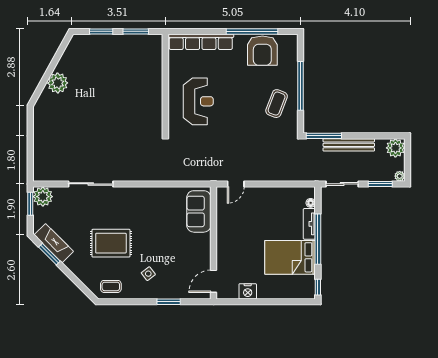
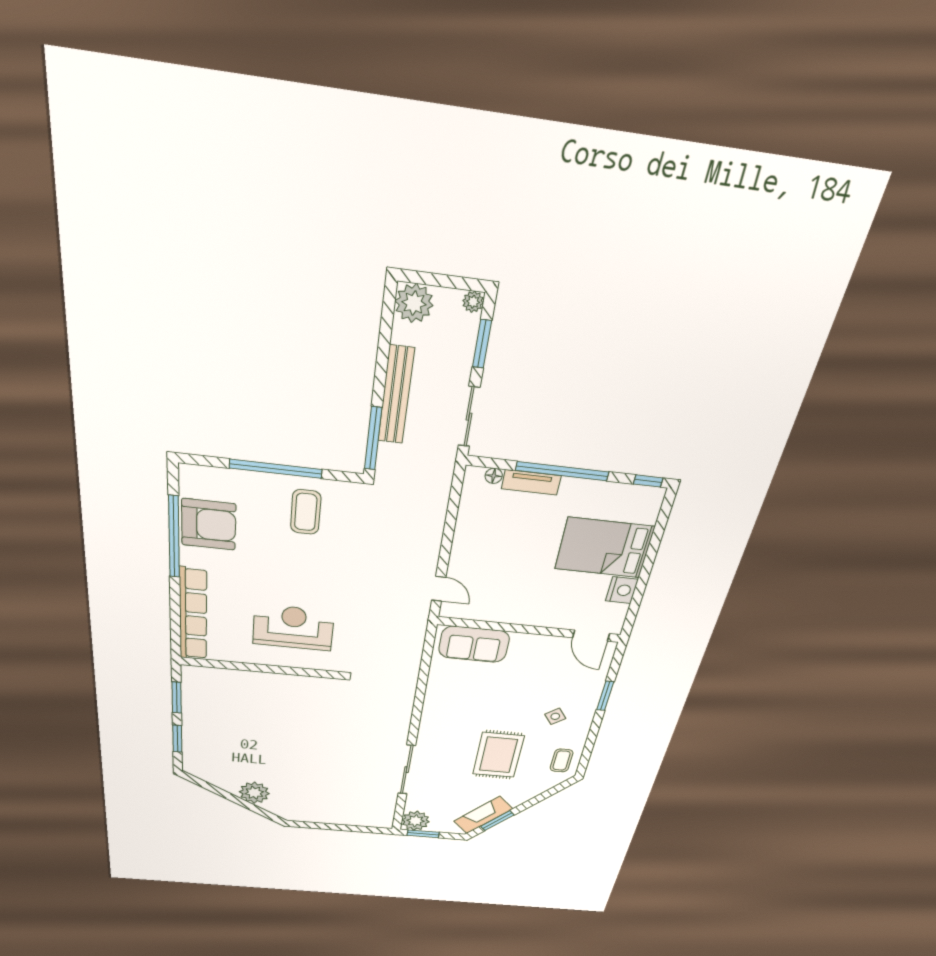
coffee table: (277, 104) -> (306, 512), turned 69
bed: (290, 257) -> (604, 548), moved, turned 90

